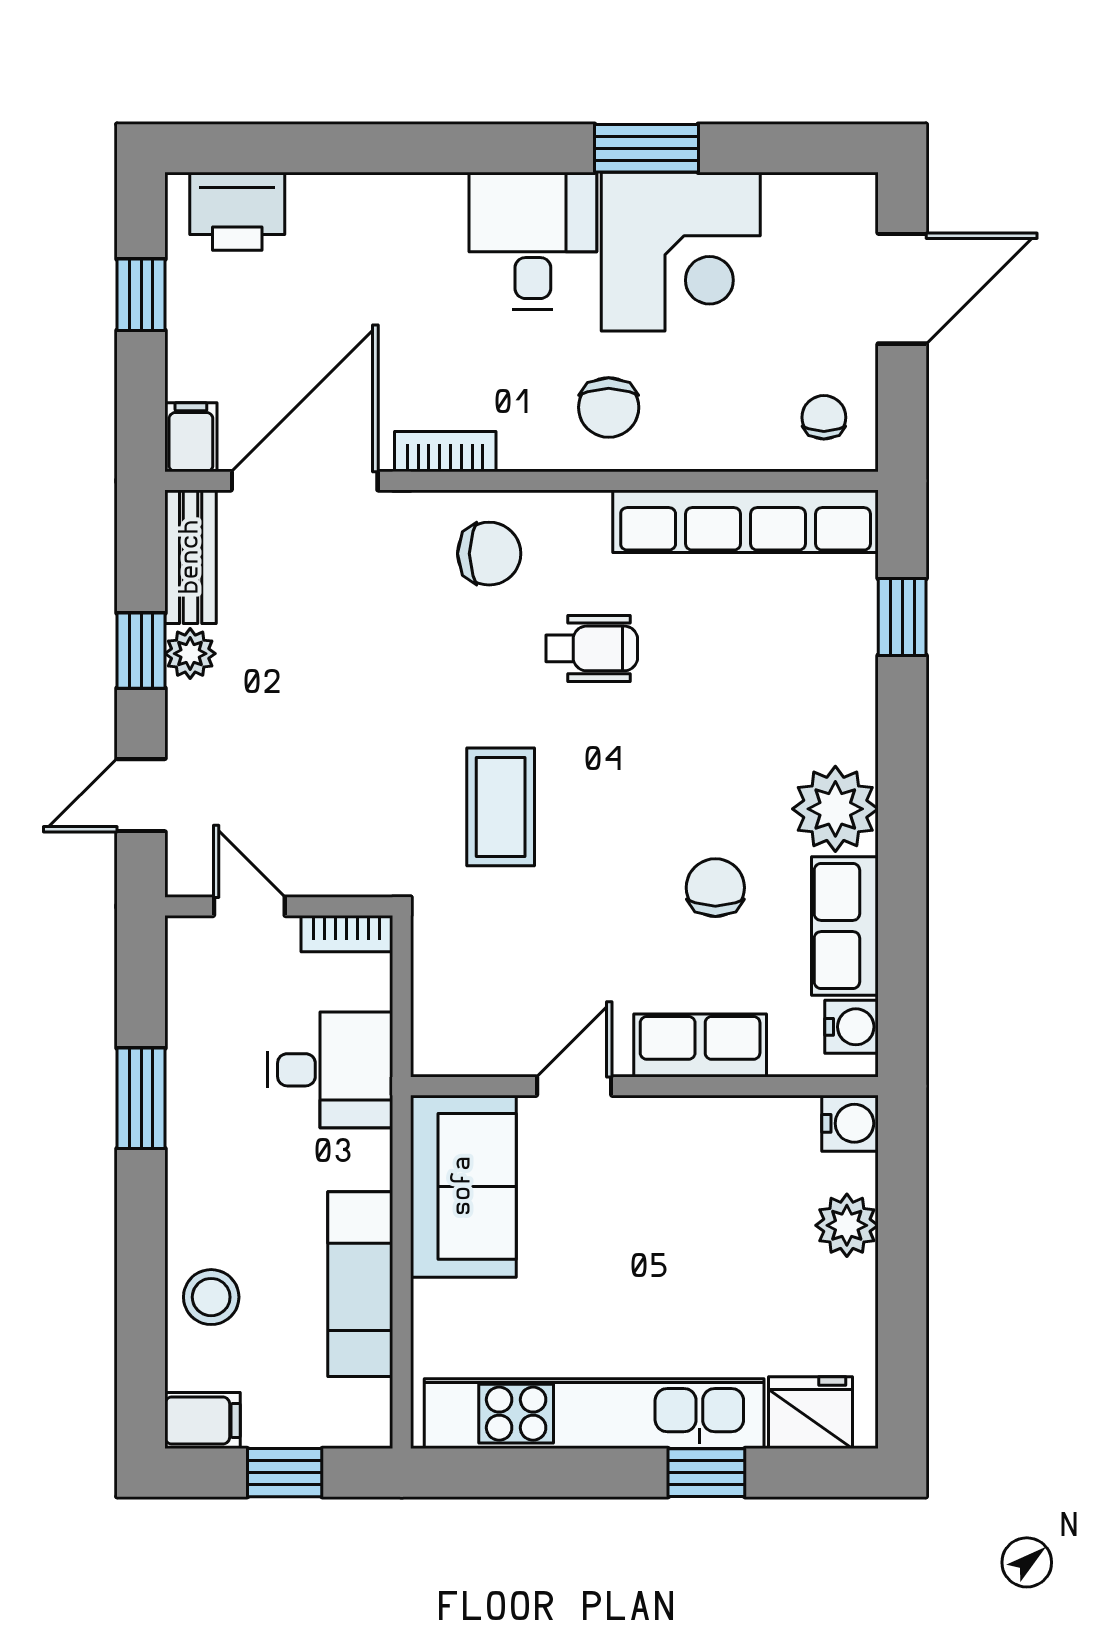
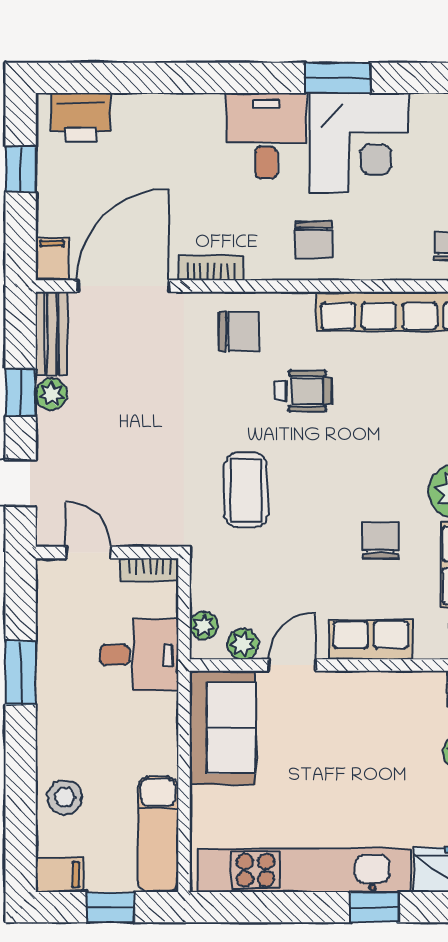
plant: (433, 1023) -> (204, 626), added
plant: (495, 1052) -> (243, 644), added
exam couch: (360, 1284) -> (158, 834), moved

